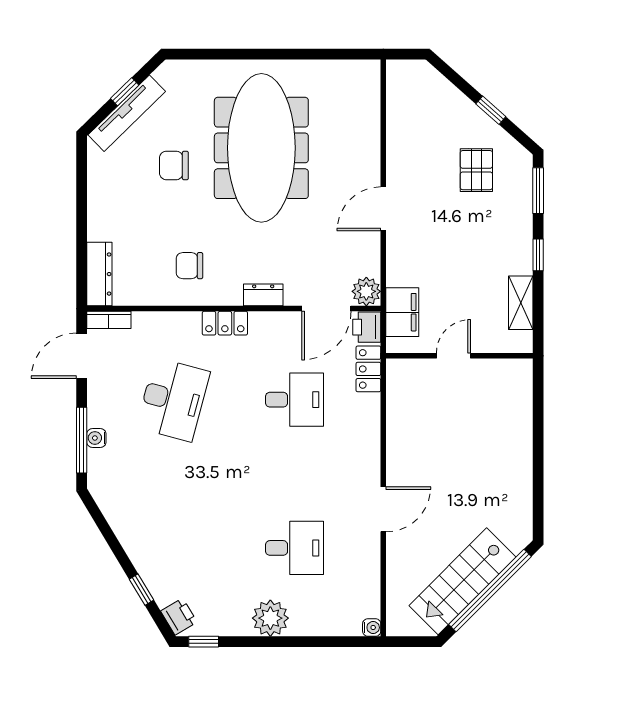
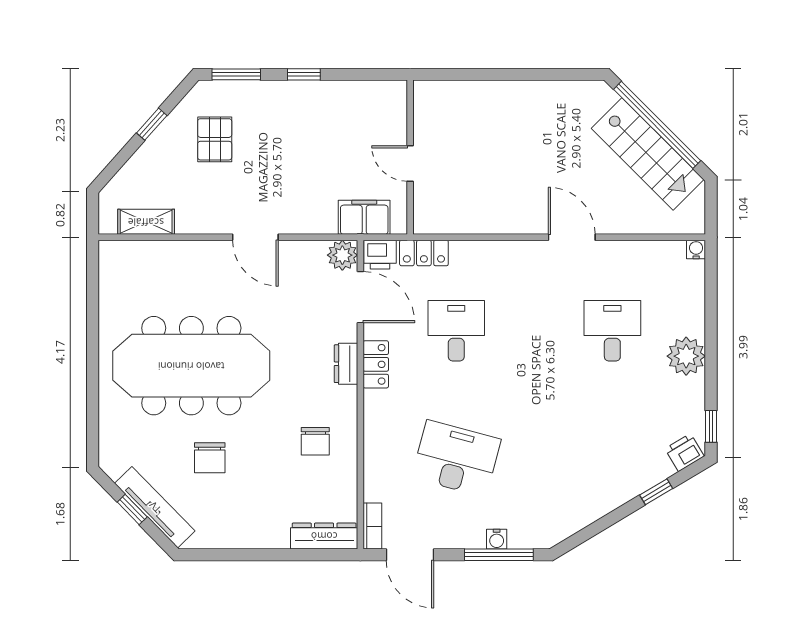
pallet: (476, 170) -> (215, 139), turned 90
shelving: (521, 303) -> (146, 222), moved
locker: (225, 323) -> (376, 364), moved

